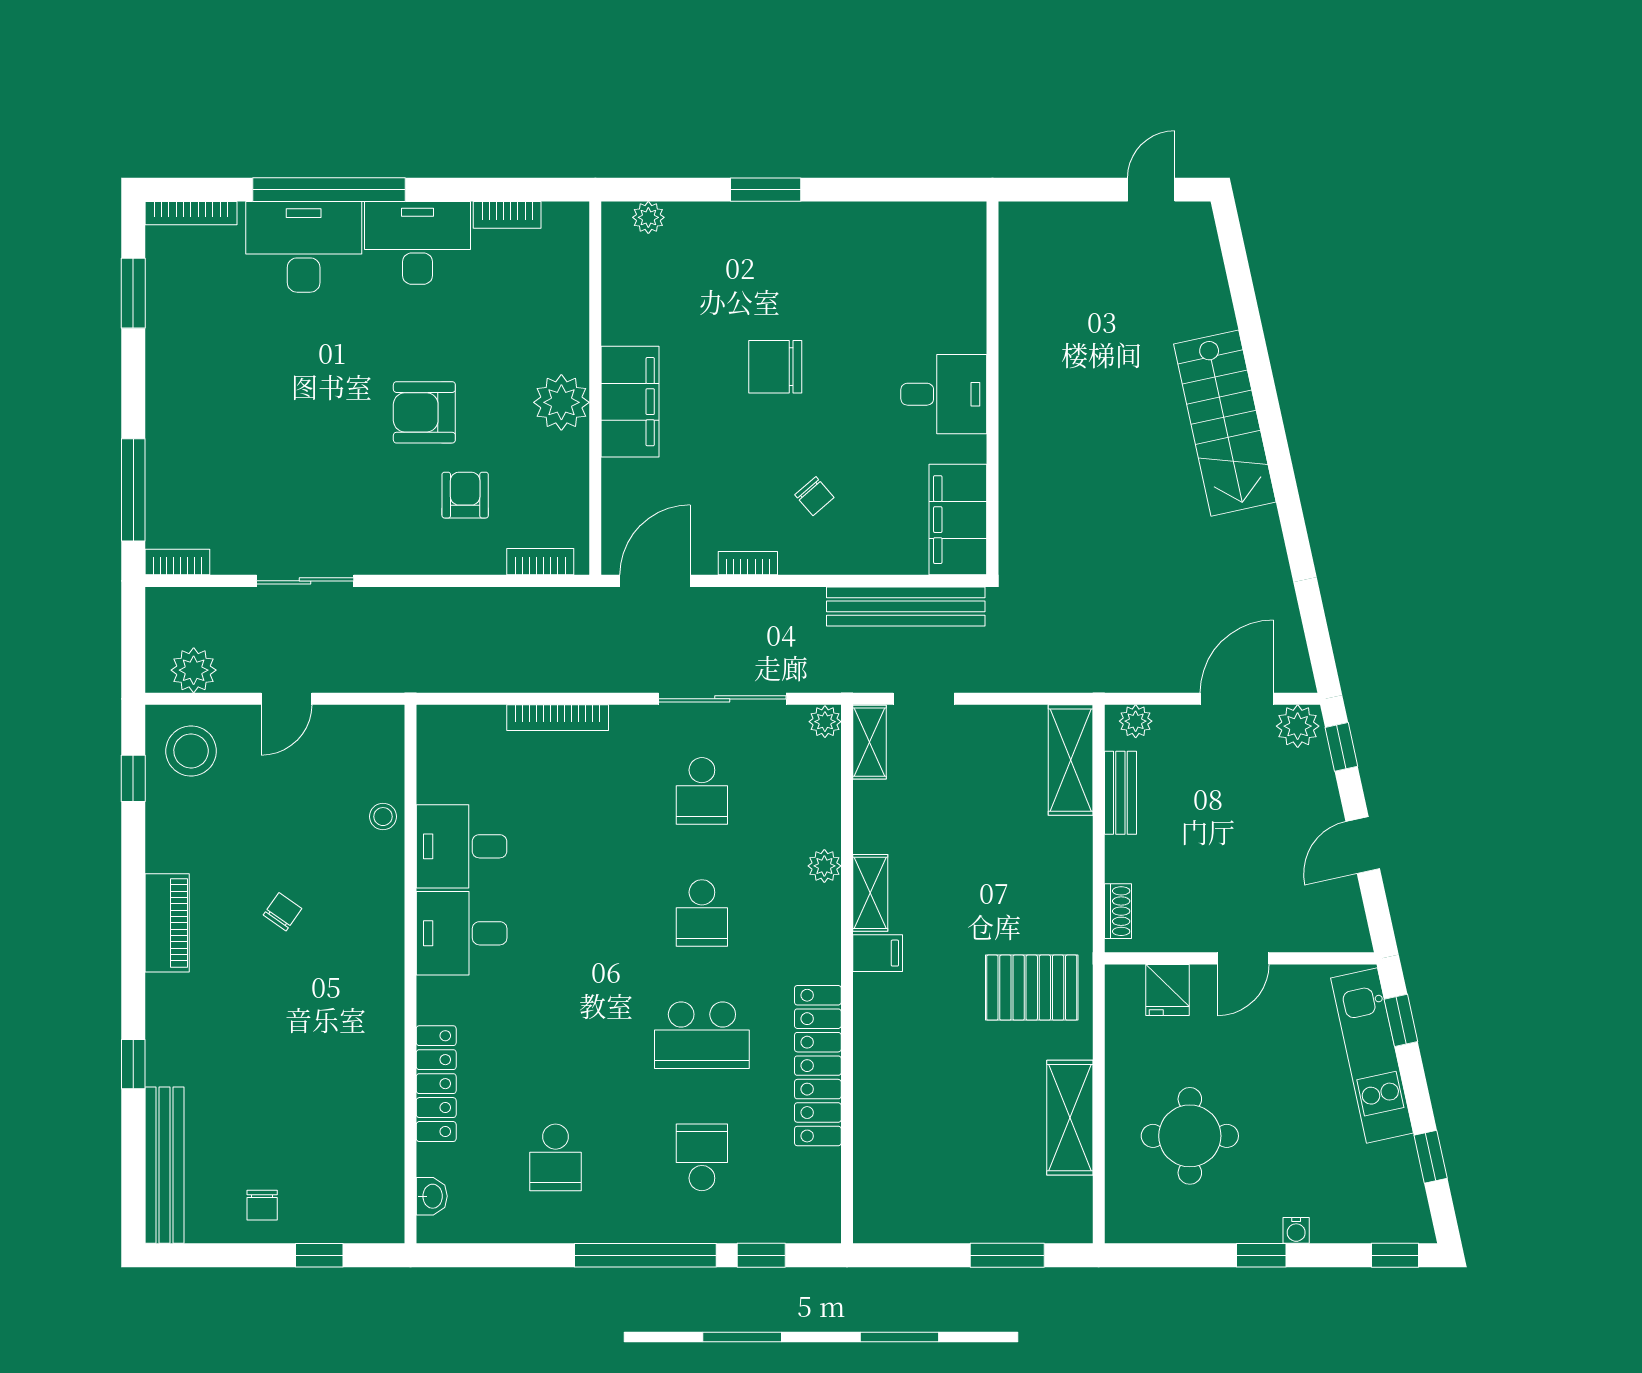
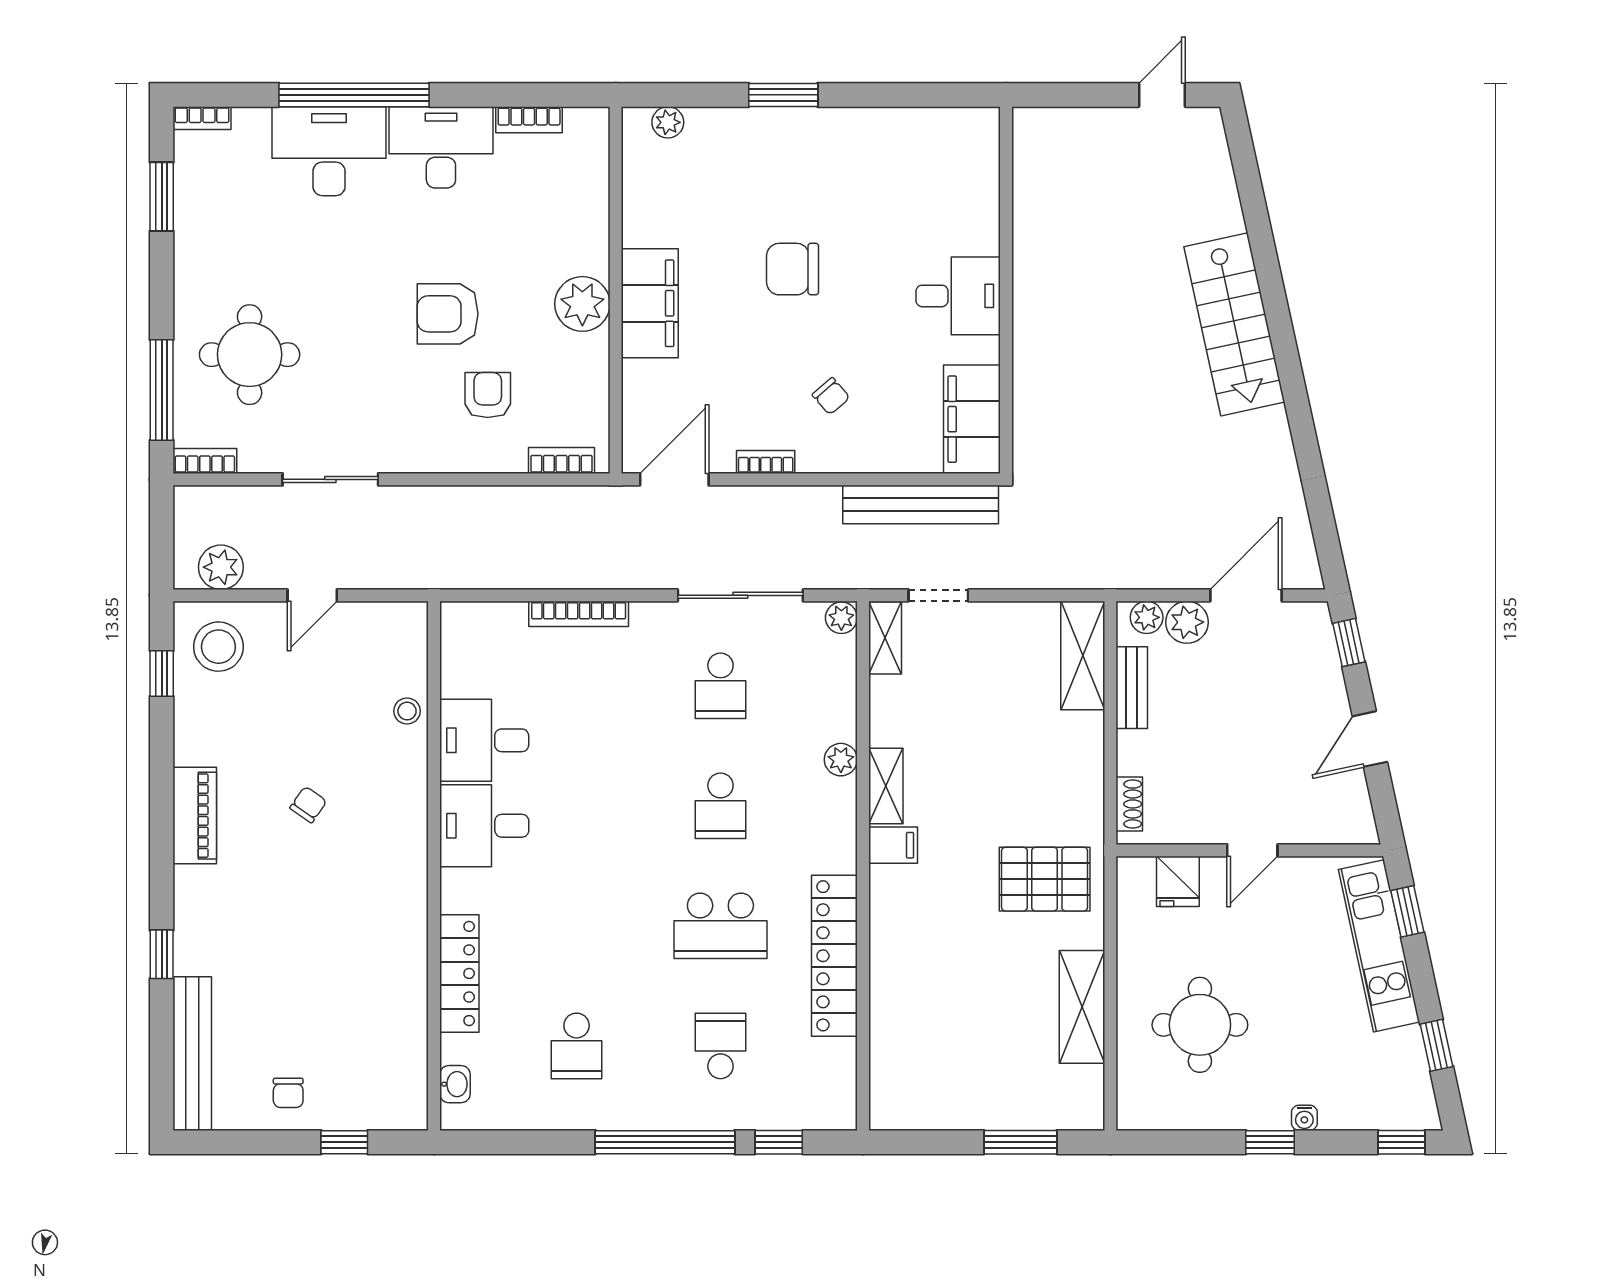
bookcase: (191, 213) -> (202, 118), width x0.64
round table: (223, 454) -> (250, 355), added
plant: (1298, 726) -> (1187, 622), moved

